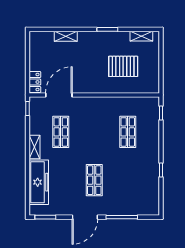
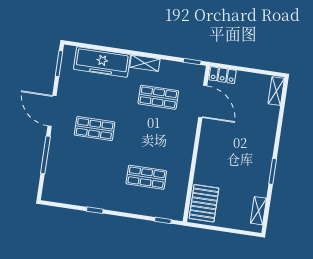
shelving: (66, 36) -> (276, 91), moved
pallet: (123, 66) -> (204, 203), moved

